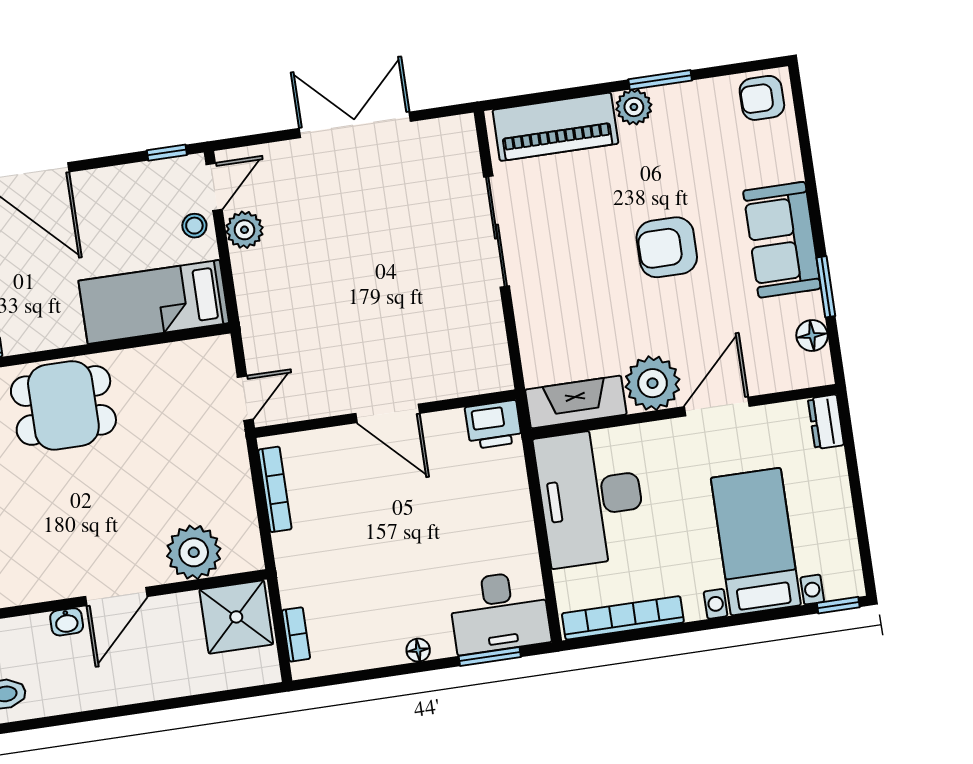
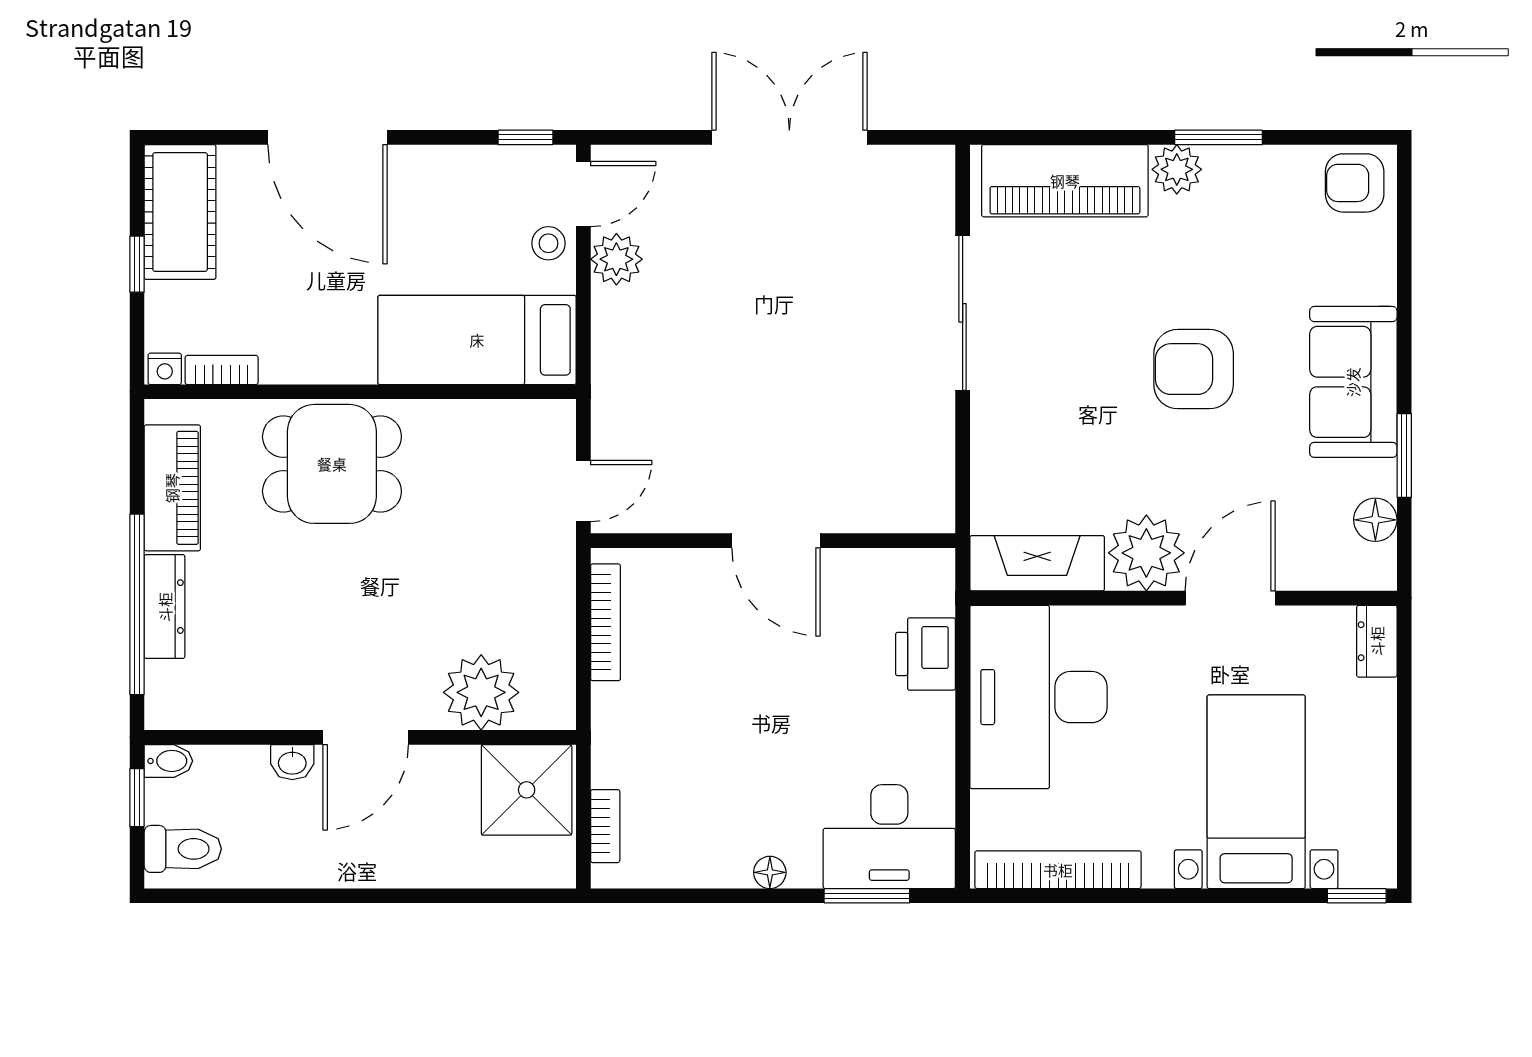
printer: (493, 425) -> (925, 654), moved, turned 90

